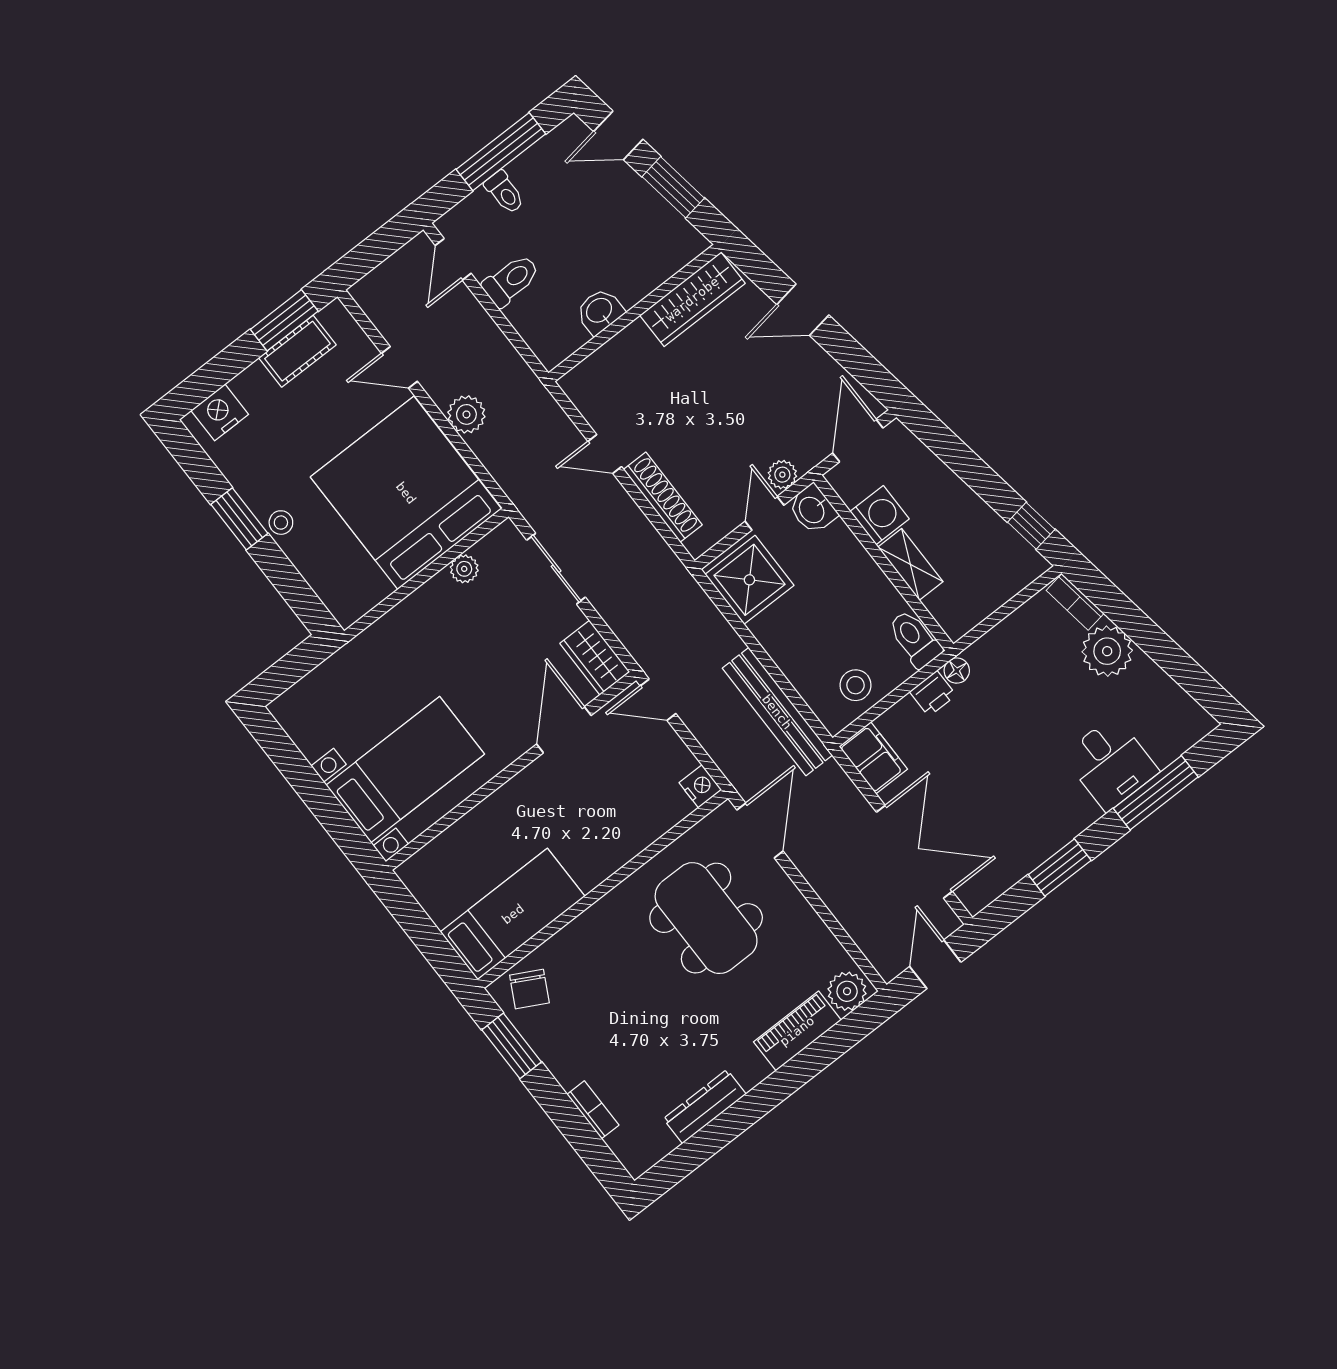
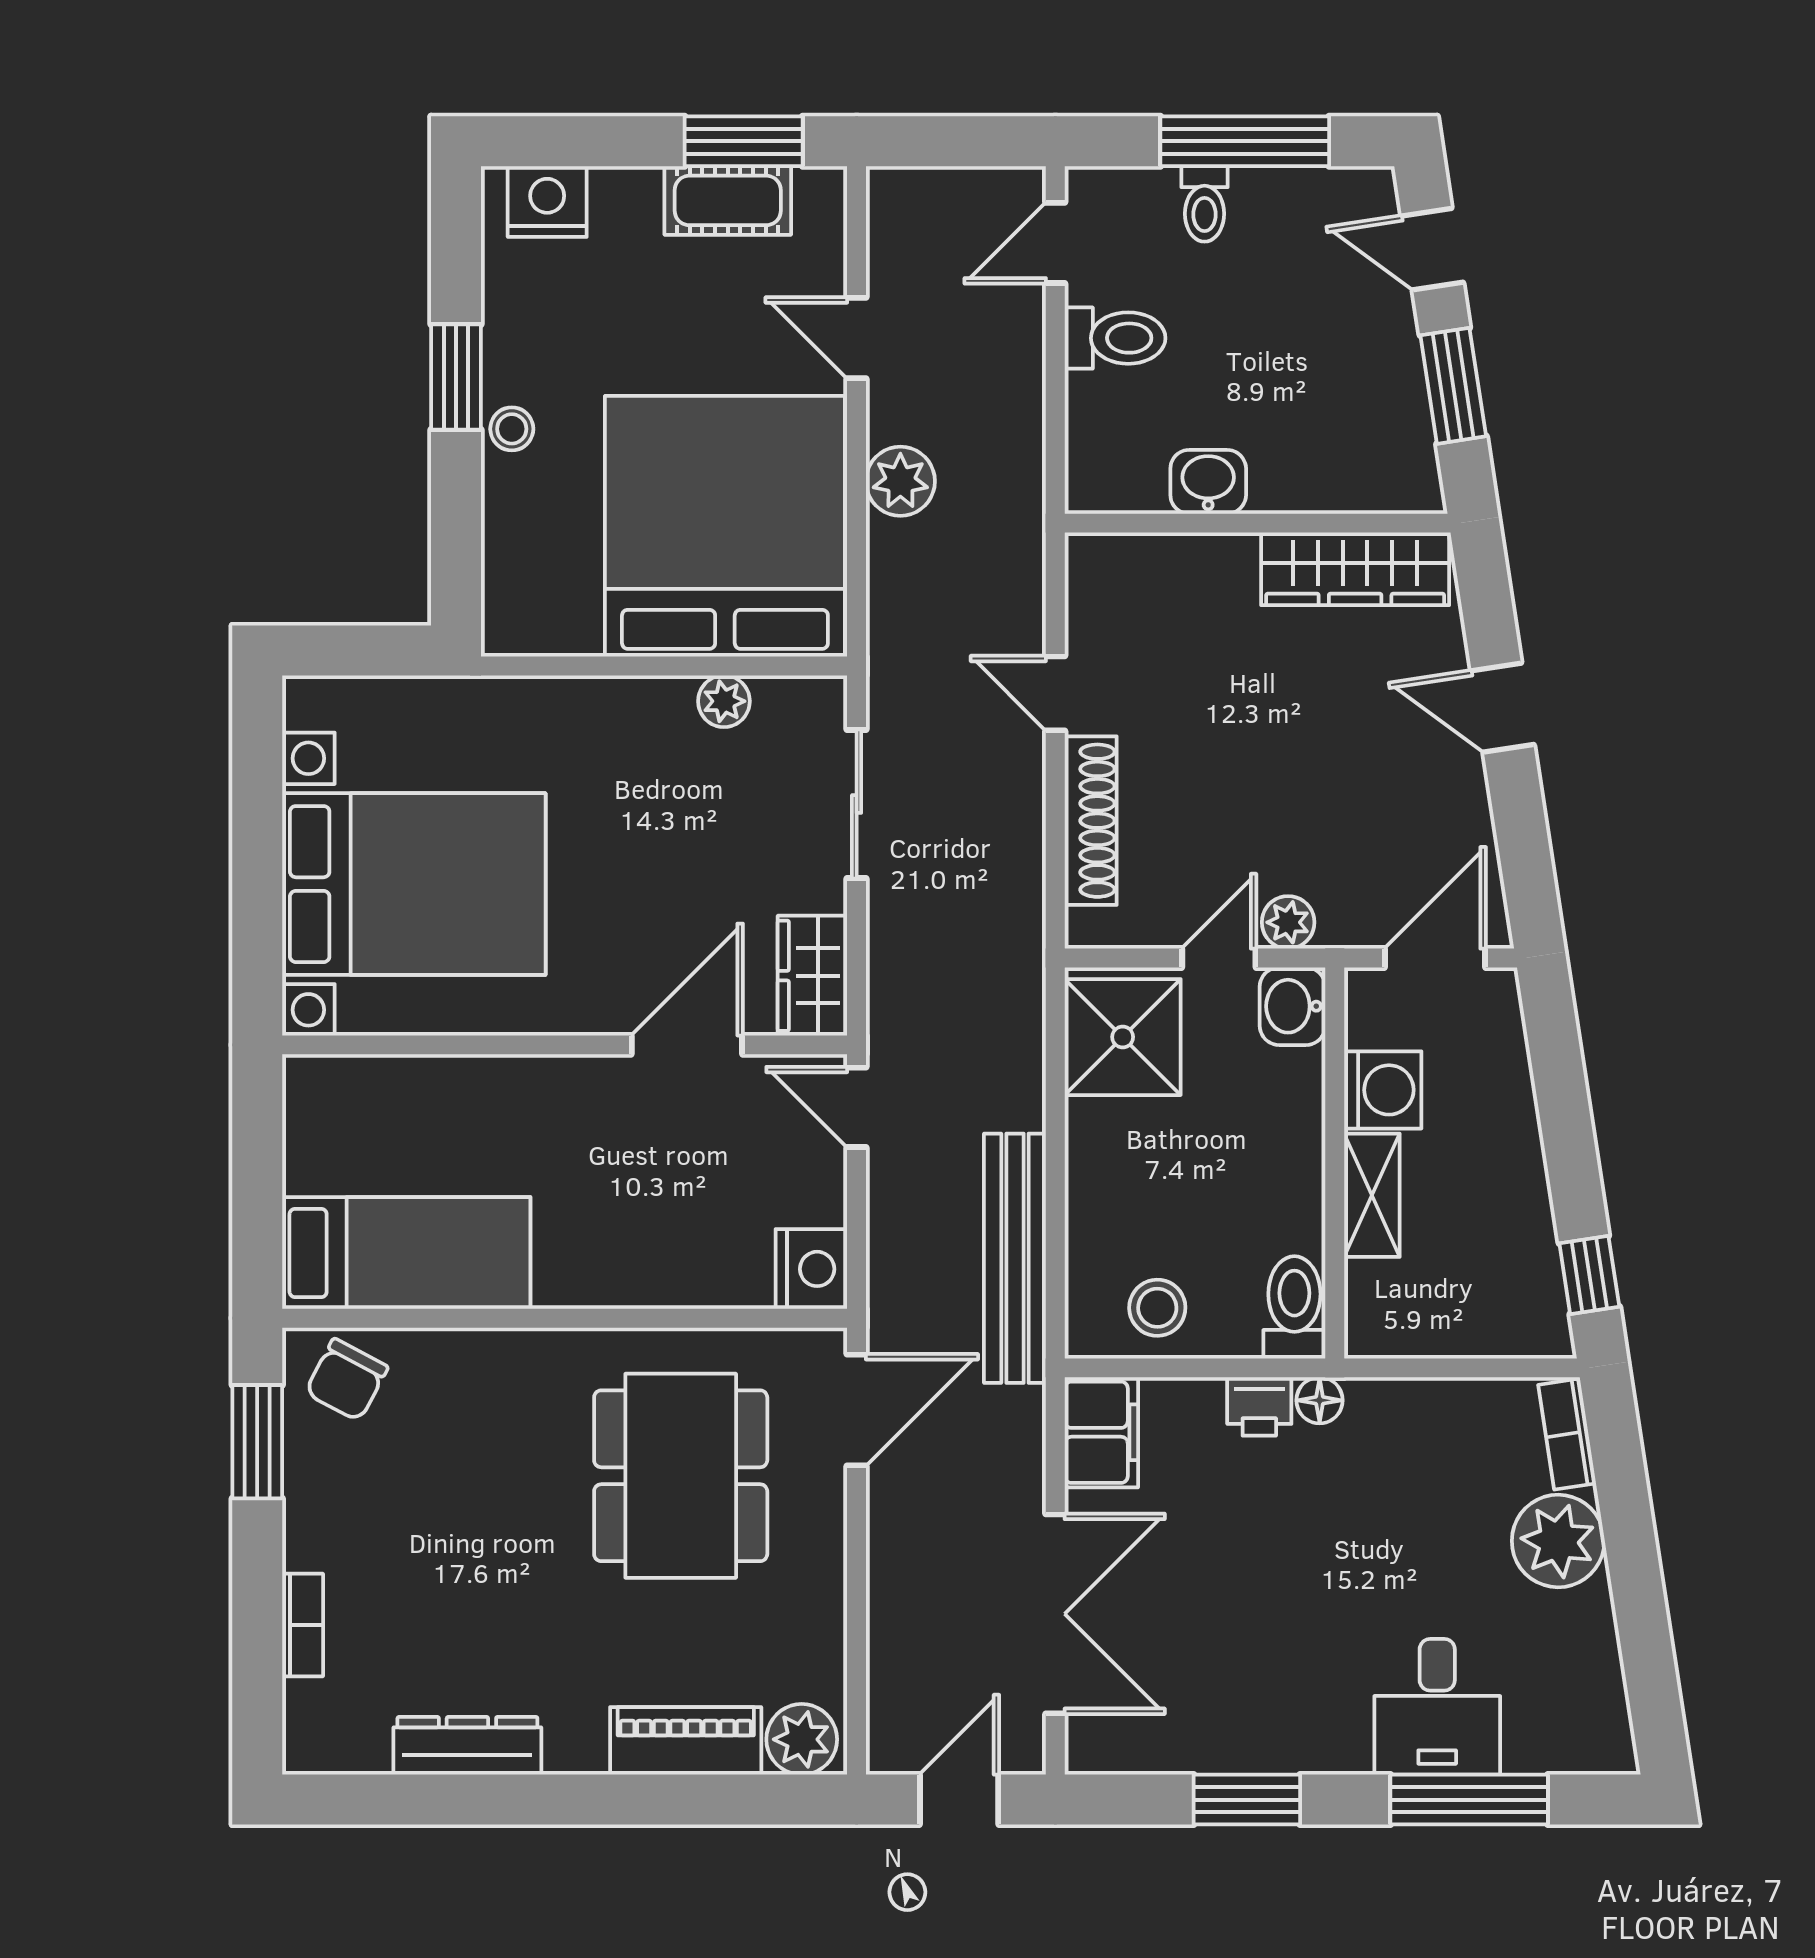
bed with nightstands: (405, 770) -> (414, 884), width x1.36
nightstand: (700, 786) -> (811, 1269), width x1.36, depth x1.33

